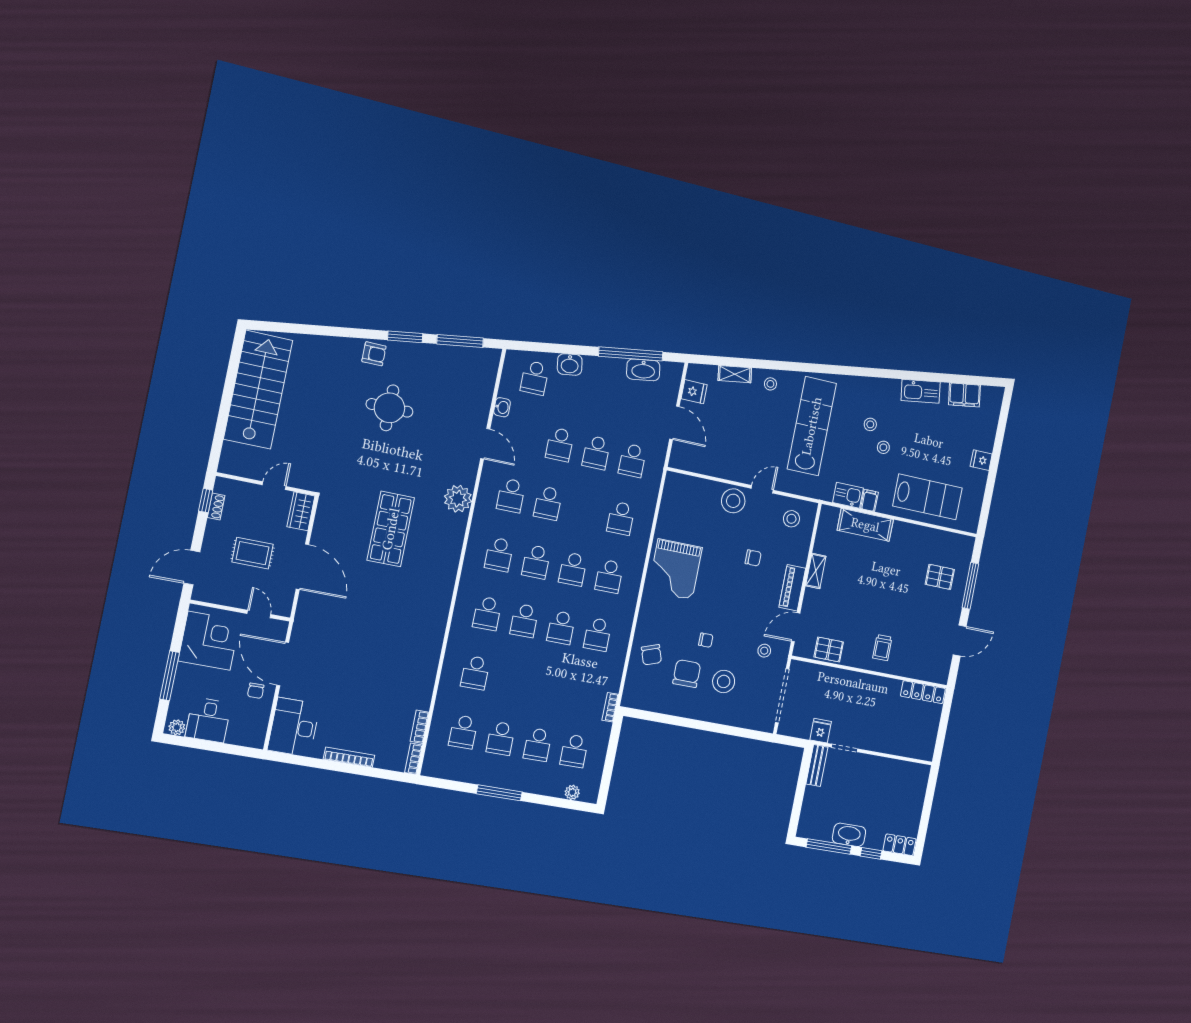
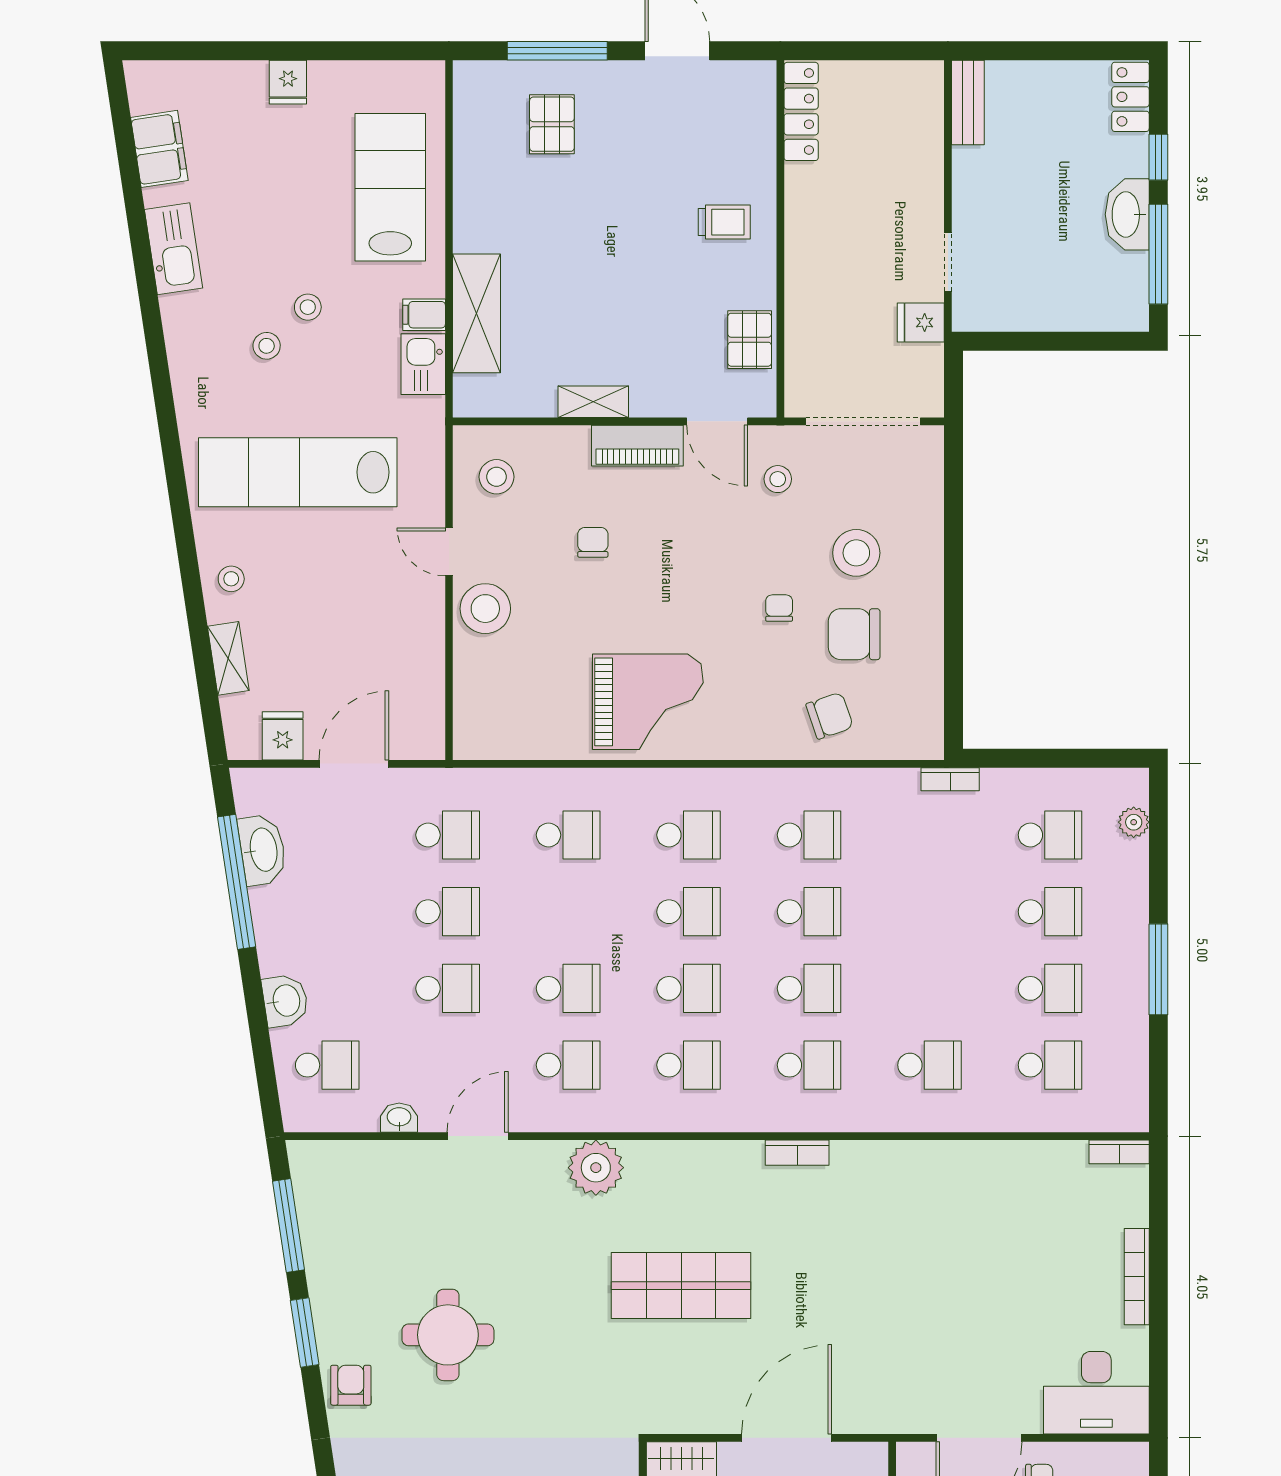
bookcase: (420, 727) -> (797, 1153), moved
bench: (817, 766) -> (968, 102), moved, turned 90

